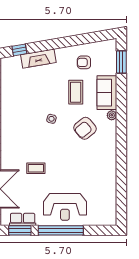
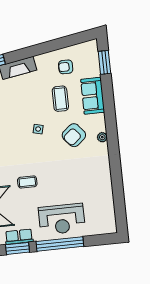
plant: (112, 115) -> (102, 137), moved

